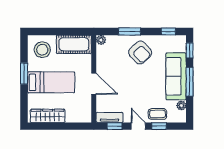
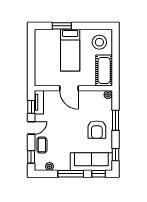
armchair: (140, 53) -> (97, 130), turned -47
window: (24, 74) -> (62, 26), moved
sofa: (176, 76) -> (91, 162), moved
door: (94, 84) -> (69, 88), hinge flipped
wardrobe: (48, 116) -> (40, 47), removed
window: (159, 126) -> (31, 157), moved

